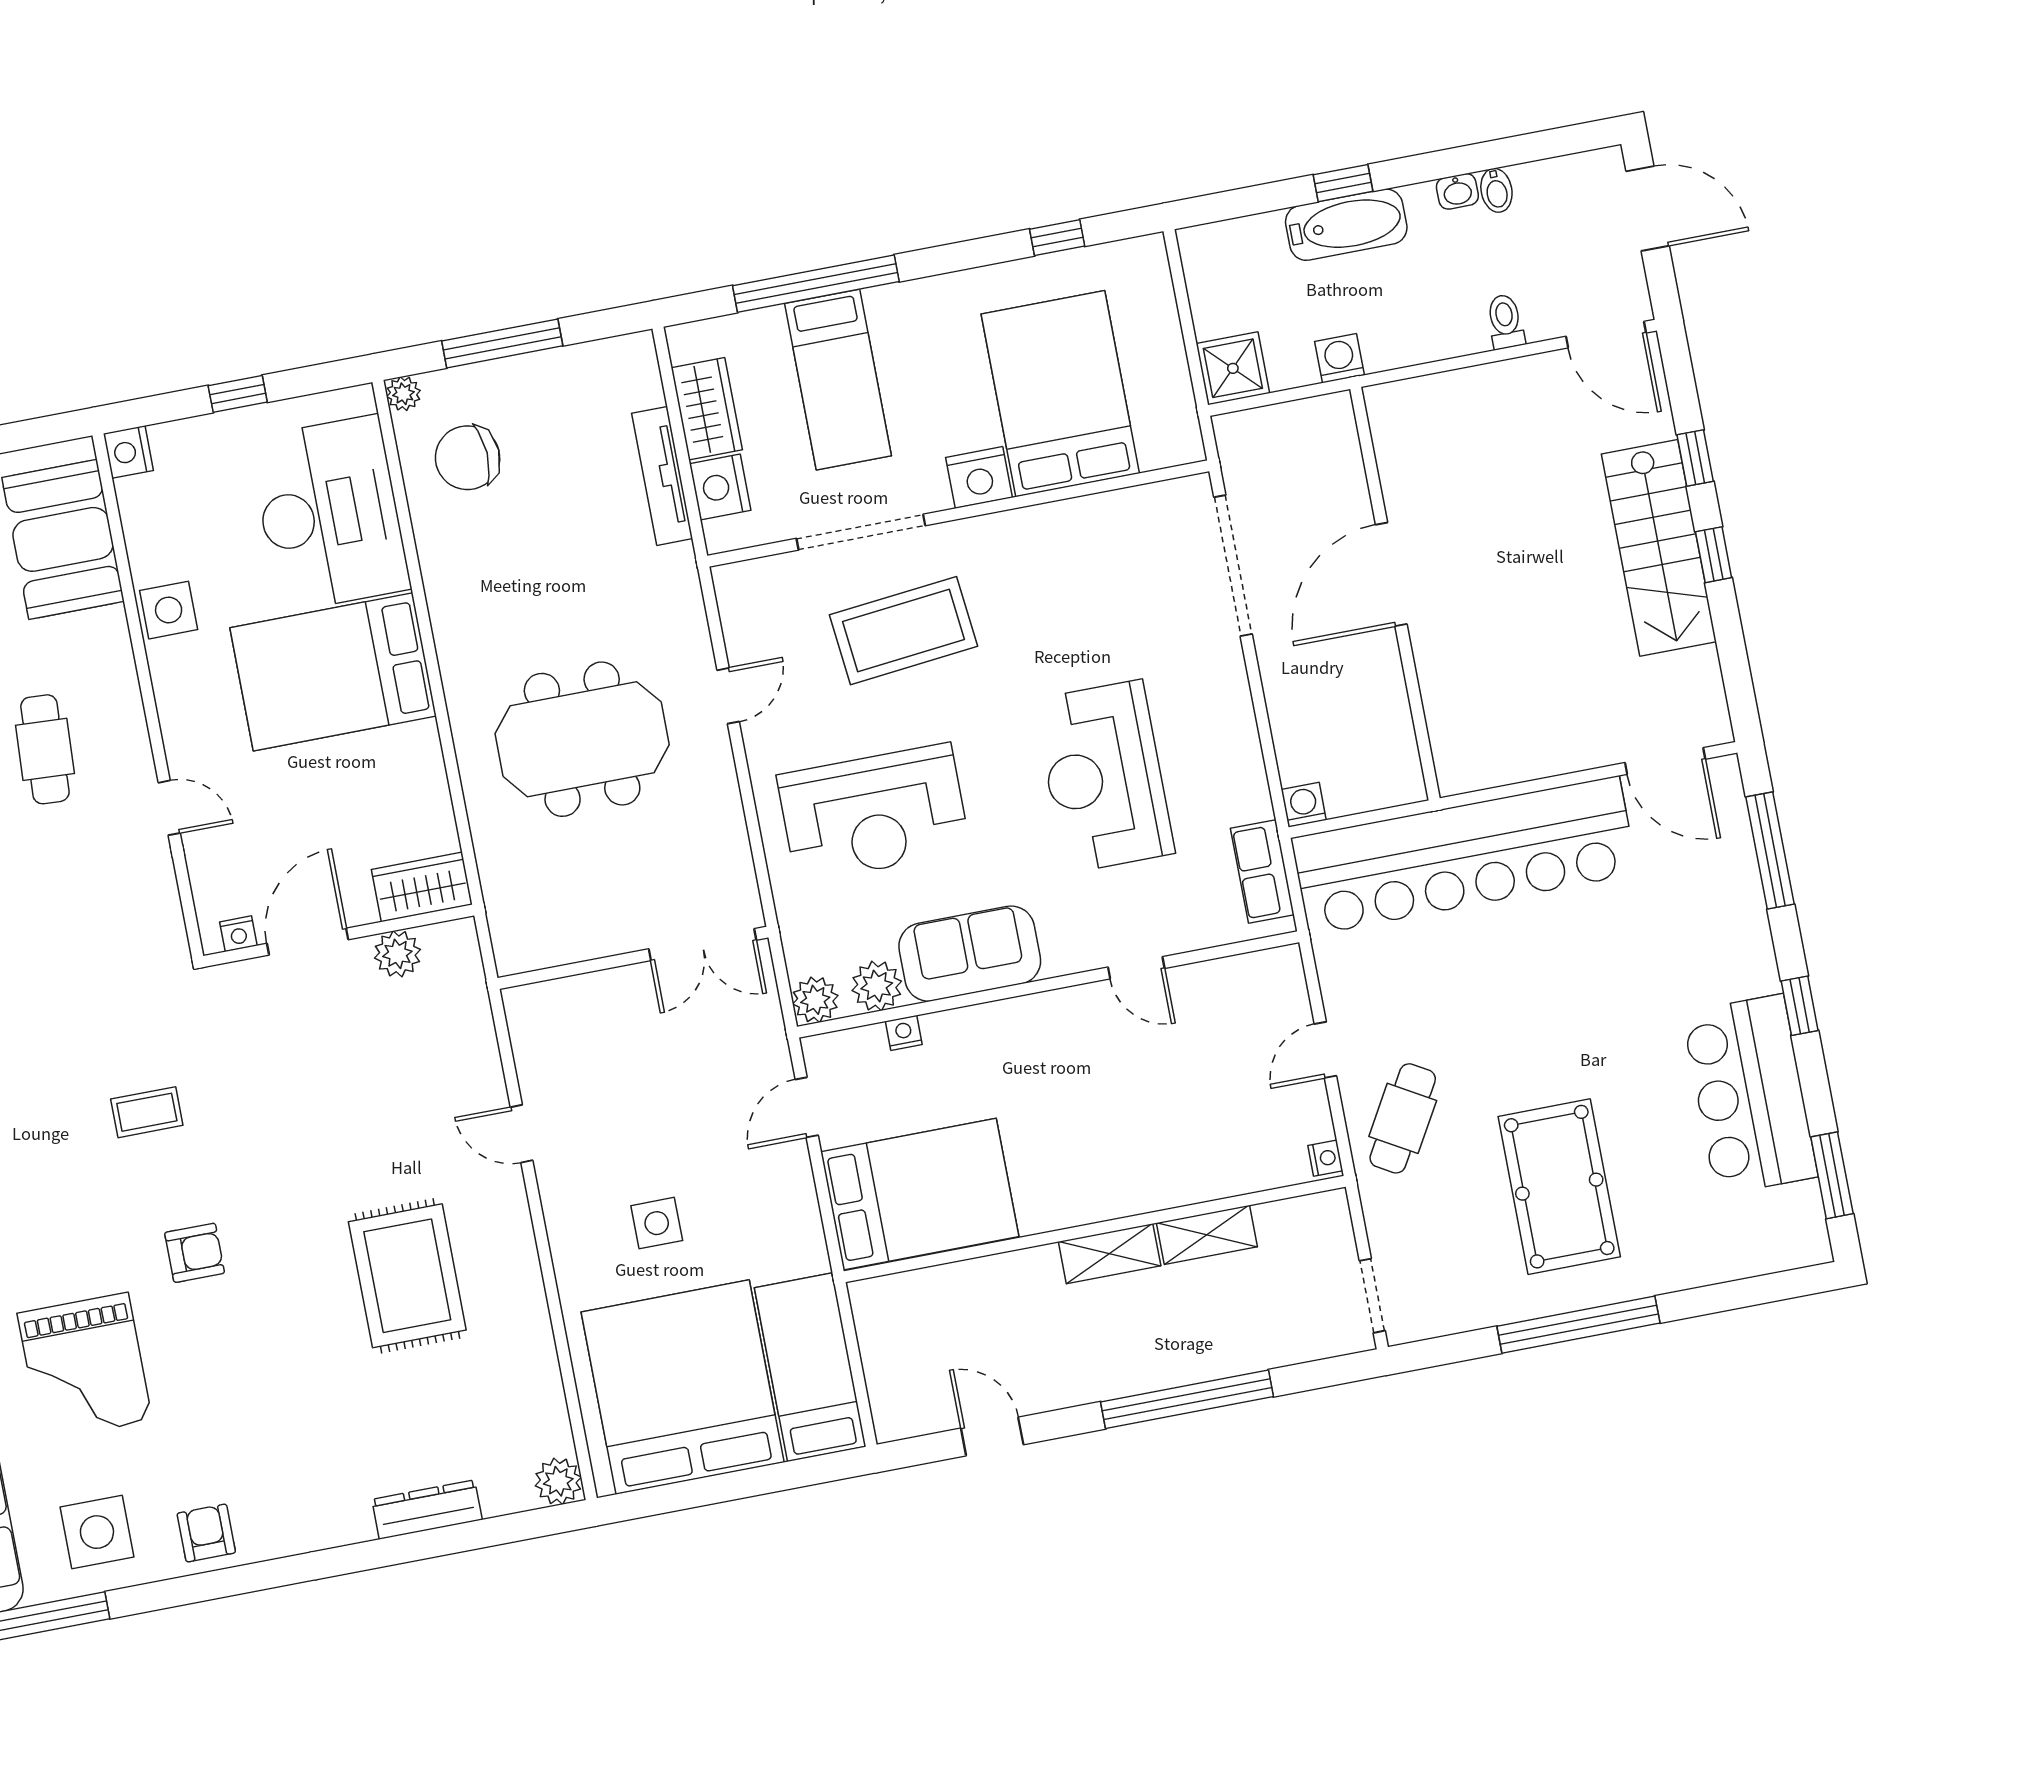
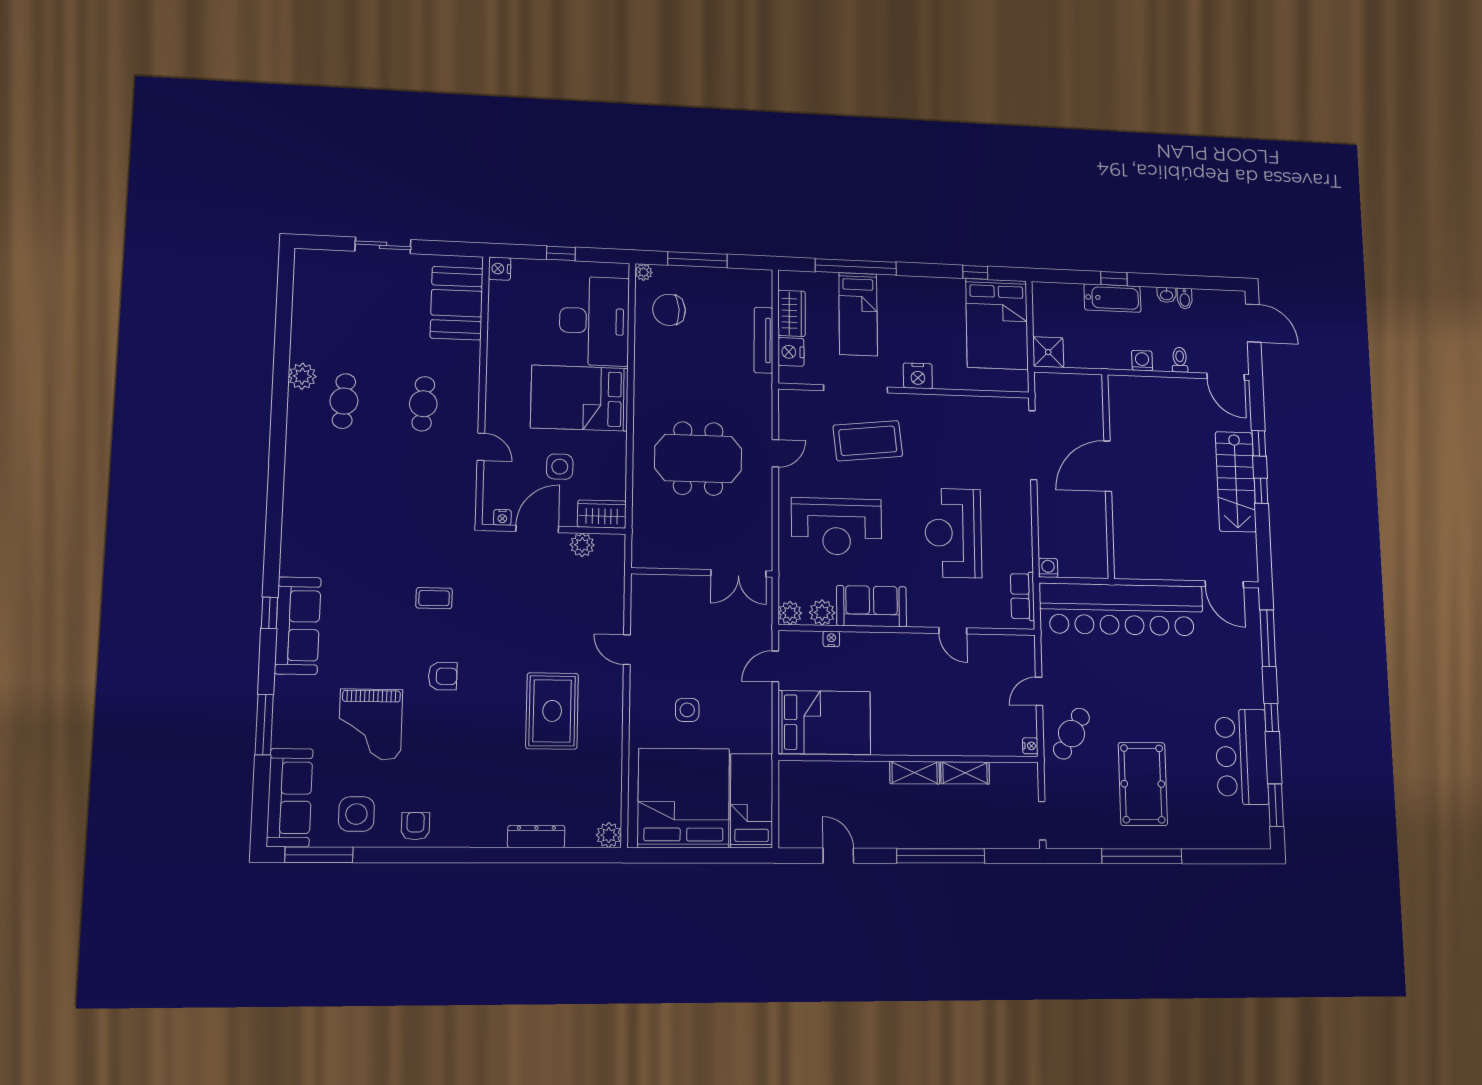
washing machine: (1339, 358) -> (1142, 361), moved
bed: (1060, 394) -> (997, 324), moved, turned 180
side table: (169, 610) -> (560, 467), moved

